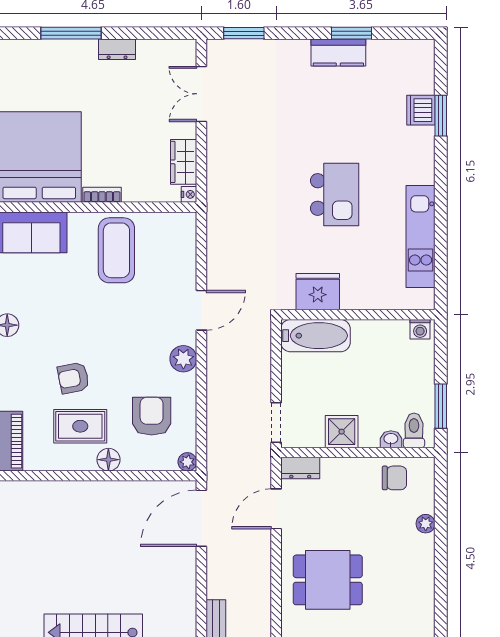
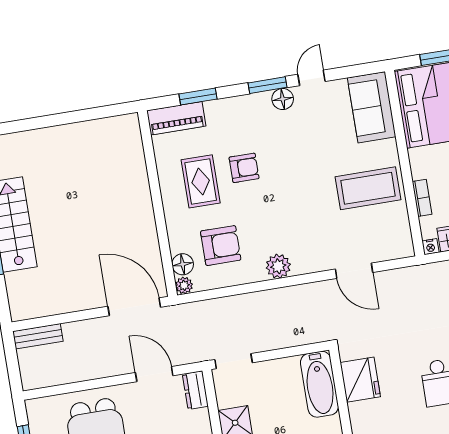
bookcase: (102, 195) -> (422, 198), moved
door: (201, 310) -> (354, 271), moved
armchair: (73, 378) -> (244, 168), turned 101
floor lamp: (108, 460) -> (183, 264), moved

